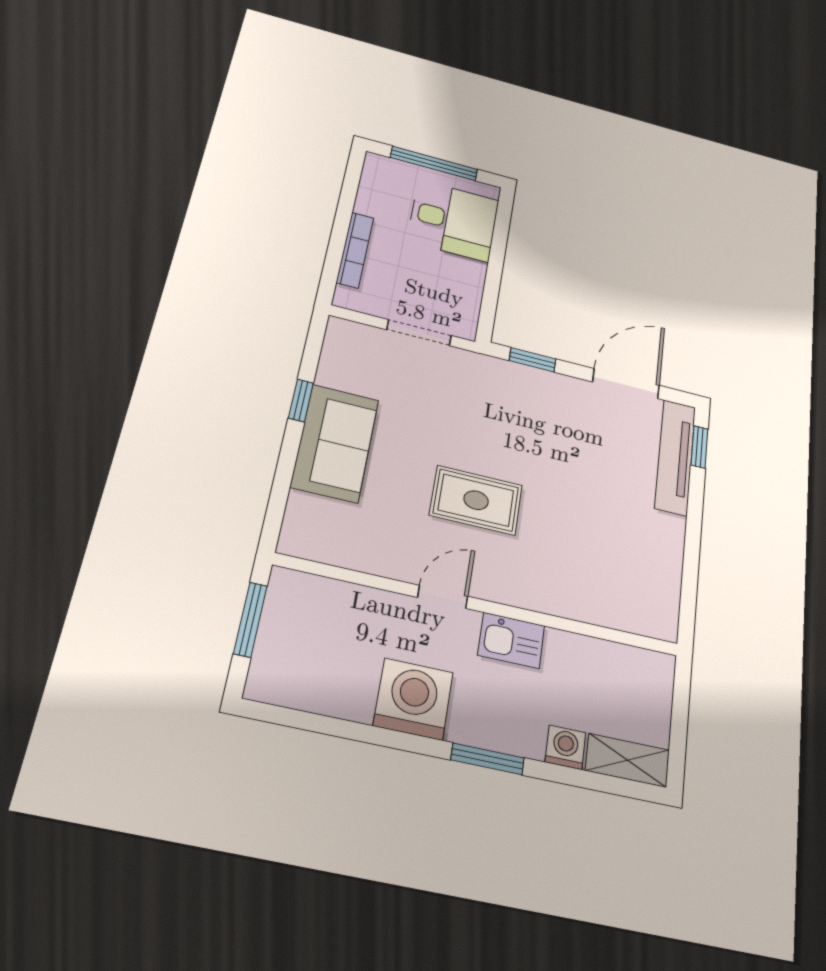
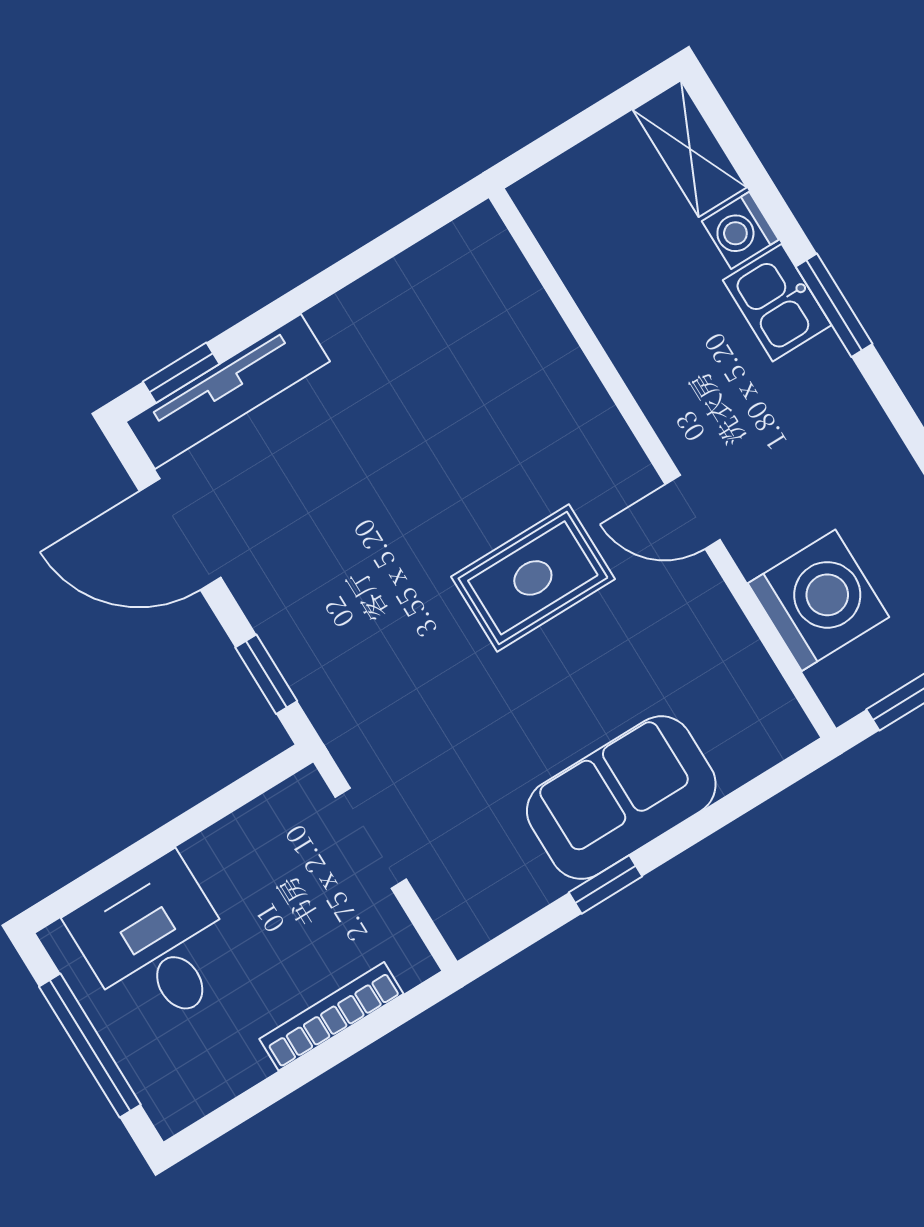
rug: (476, 500) -> (533, 578), turned 90
kitchen sink: (511, 640) -> (777, 303), moved, turned 180
washing machine: (413, 699) -> (819, 600), moved, turned 180

